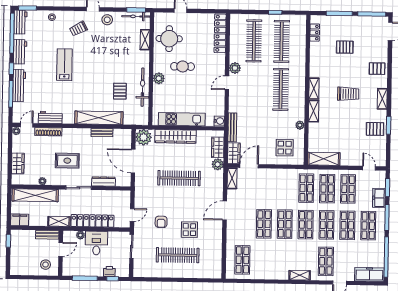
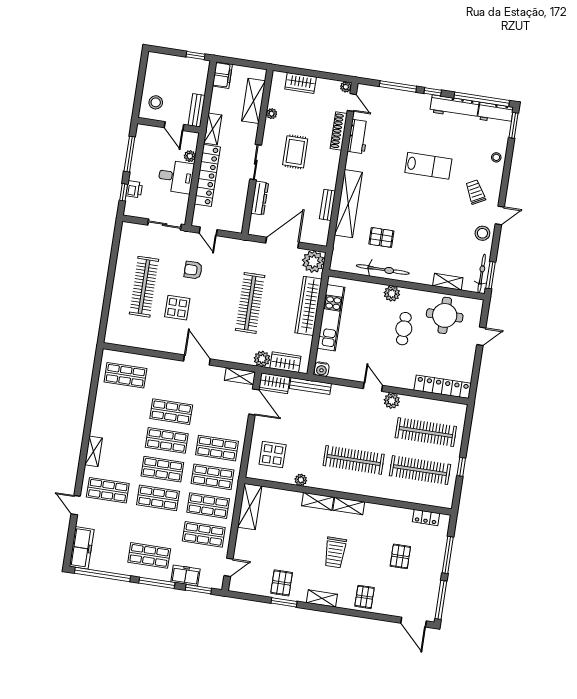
workbench: (20, 52) -> (454, 107), width x1.38
workbench: (19, 86) -> (408, 99), removed
shelving: (35, 195) -> (253, 101), width x0.68
shop shelf: (347, 225) -> (217, 448), moved

